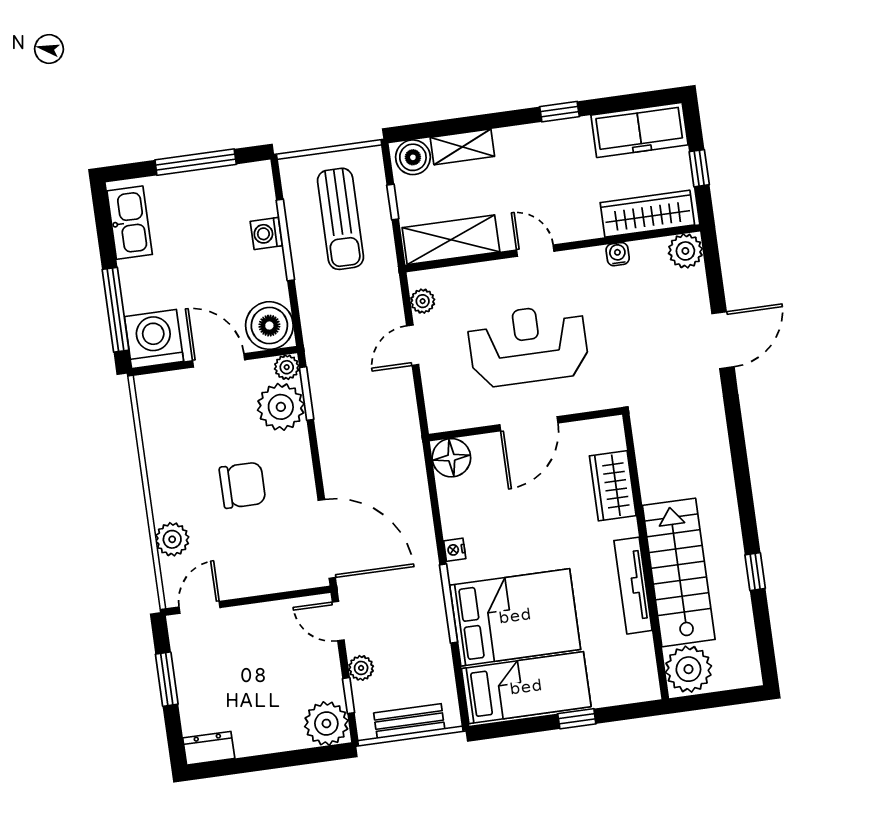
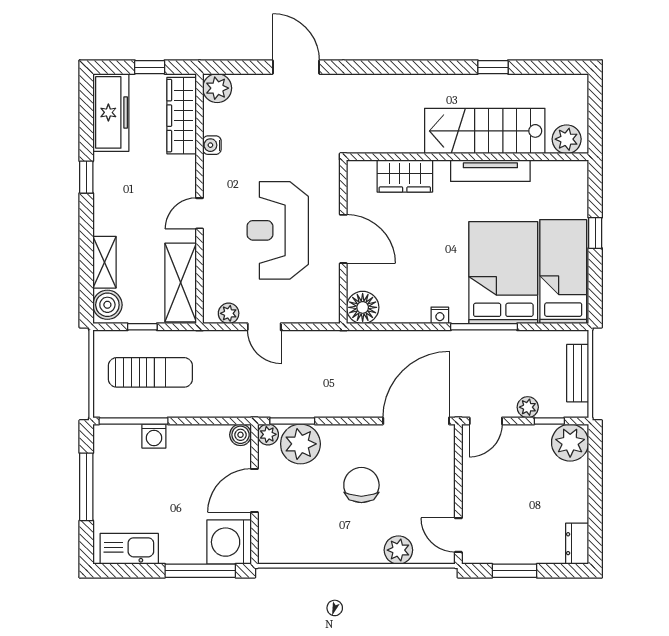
window: (285, 240) -> (134, 421), moved
boiler: (269, 326) -> (241, 435), width x0.54, depth x0.54
plant: (688, 669) -> (567, 139), width x0.73, depth x0.73

